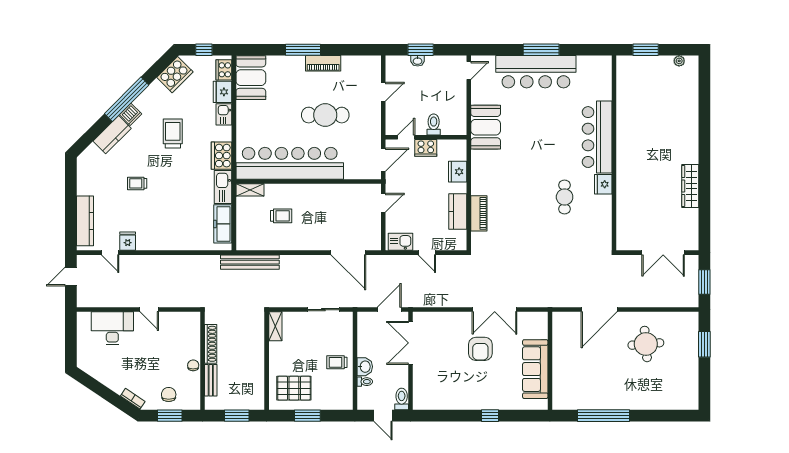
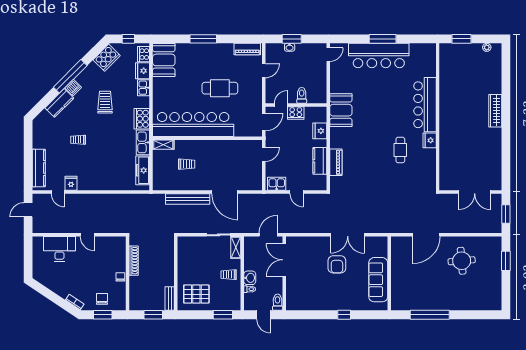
piano: (323, 63) -> (247, 49), moved
booth: (486, 127) -> (341, 110), moved
wardrobe: (690, 186) -> (495, 111), moved
door: (348, 253) -> (225, 192), moved
bench: (250, 262) -> (188, 199), moved
shelving: (275, 326) -> (236, 247), moved
bench: (211, 380) -> (170, 299), moved
window: (307, 416) -> (223, 315), moved

